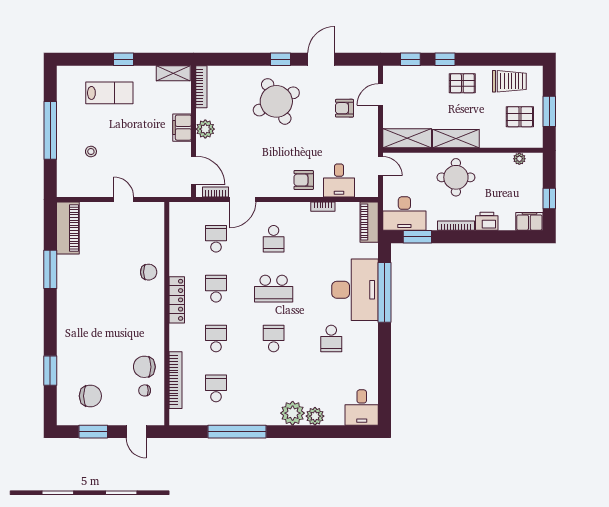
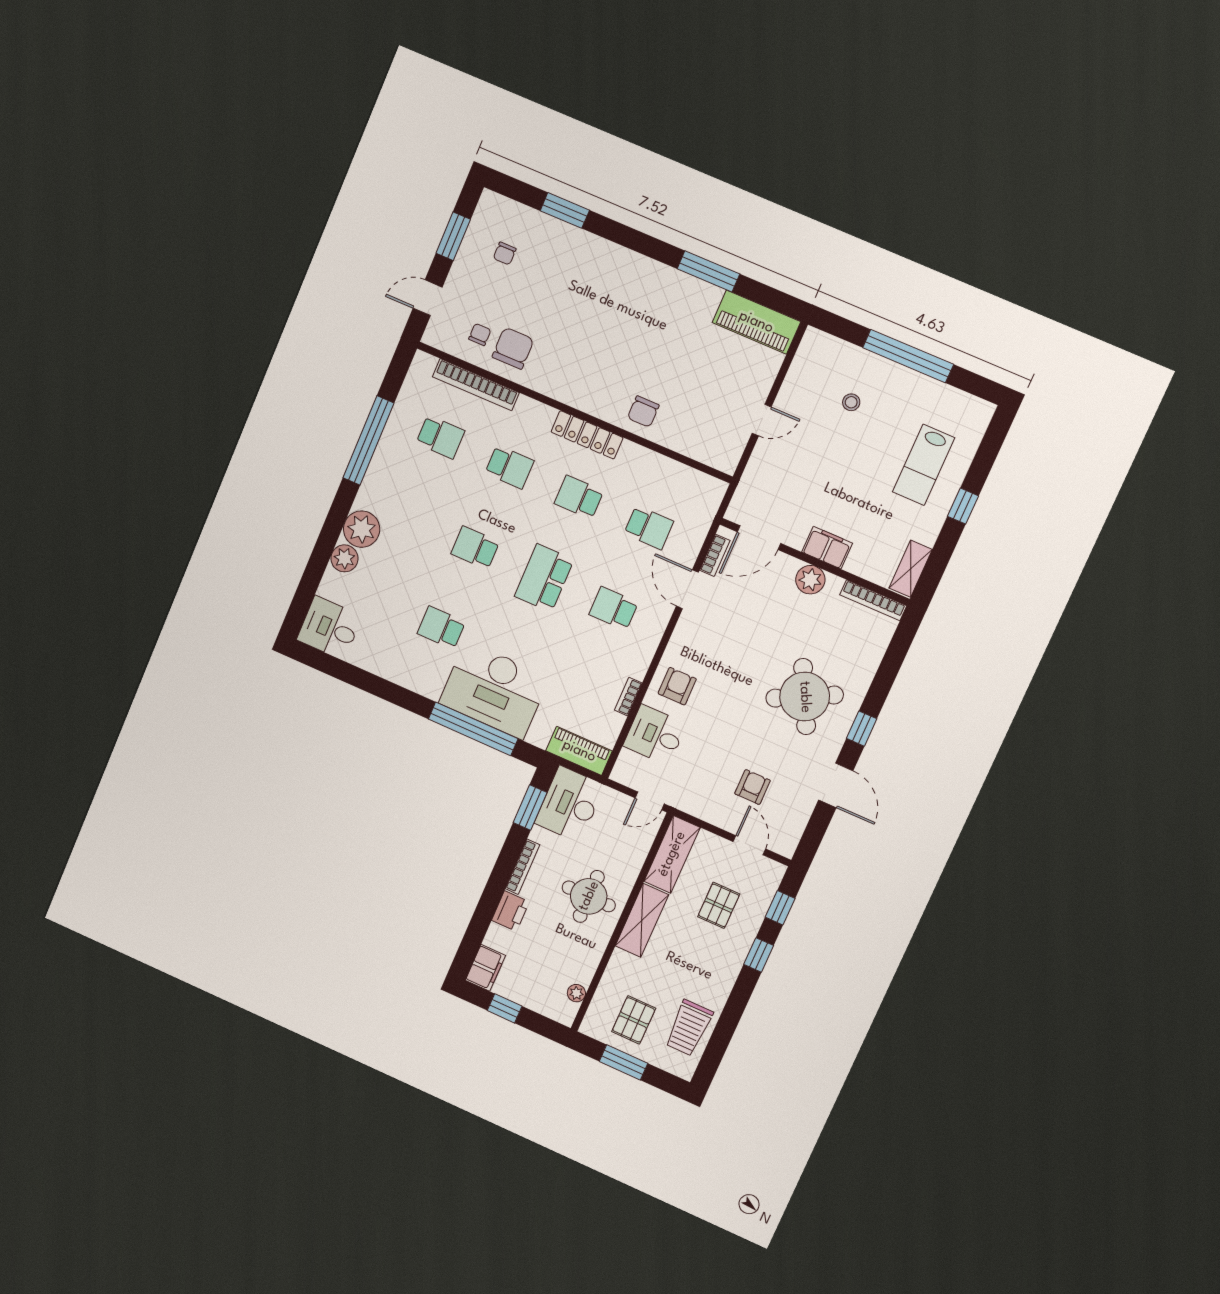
pallet: (462, 83) -> (719, 905), moved
school desk: (216, 289) -> (579, 497), turned 180
school desk: (274, 338) -> (475, 548), turned 180
chair: (90, 396) -> (505, 253), width x0.54, depth x0.54

